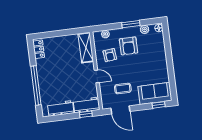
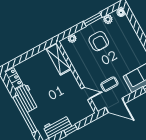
armchair: (110, 55) -> (84, 57), removed
door: (97, 76) -> (86, 93), moved
workbench: (86, 105) -> (27, 98), moved, turned 90
window: (86, 114) -> (71, 130), moved

